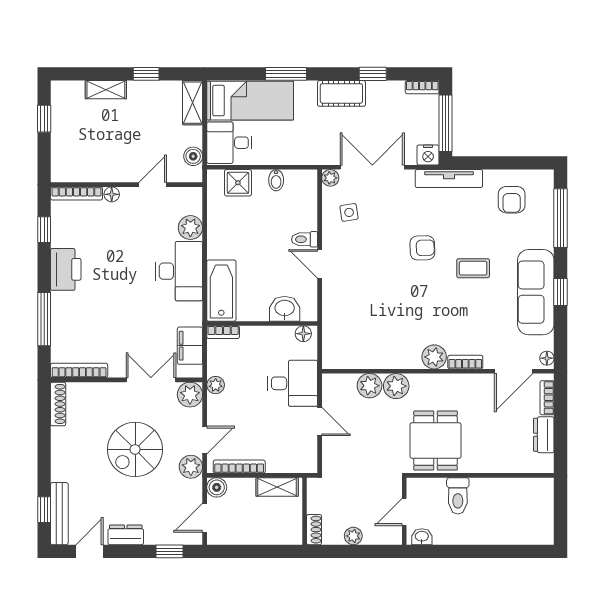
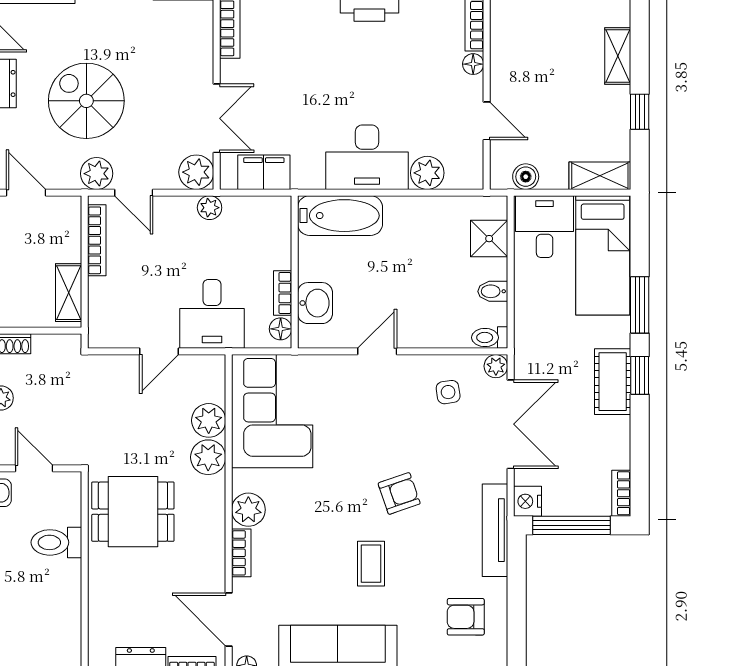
window: (373, 74) -> (640, 375), moved
toilet: (305, 239) -> (490, 338), moved, turned -90
armchair: (422, 248) -> (399, 493), turned -107
bookcase: (223, 332) -> (283, 293), moved
corner sofa: (363, 340) -> (272, 411), added
spiral stairs: (135, 449) -> (86, 101), moved
boiler: (217, 487) -> (68, 209), removed

